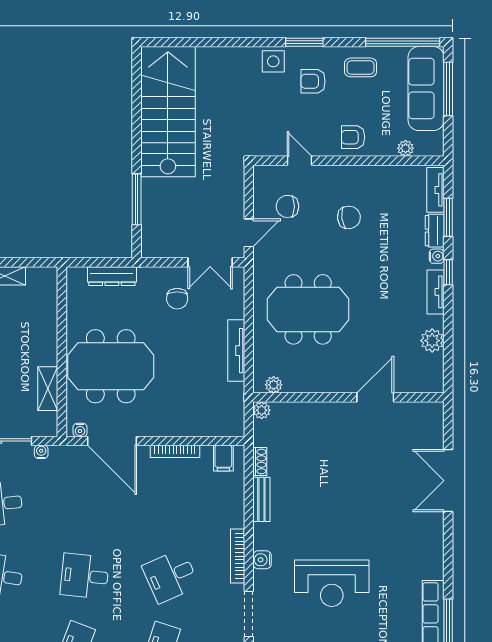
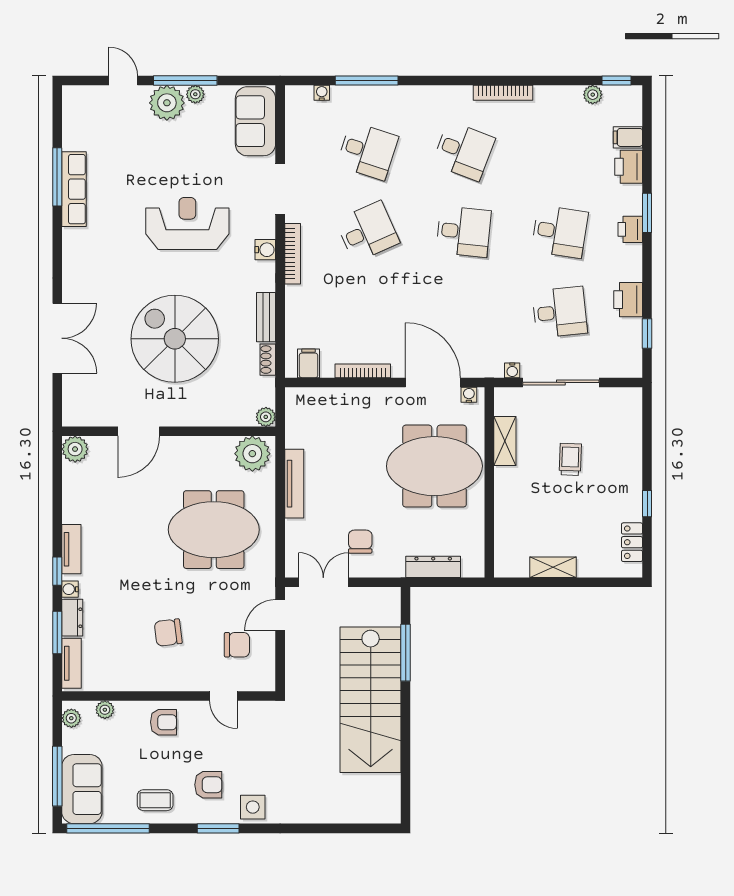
sofa: (426, 89) -> (82, 789), width x0.73
stairs: (168, 112) -> (371, 700), moved
plant: (436, 141) -> (71, 718), added
plant: (432, 341) -> (75, 449), moved
plant: (274, 385) -> (252, 454), width x1.87, depth x1.87
spiral stairs: (343, 480) -> (175, 339), added

